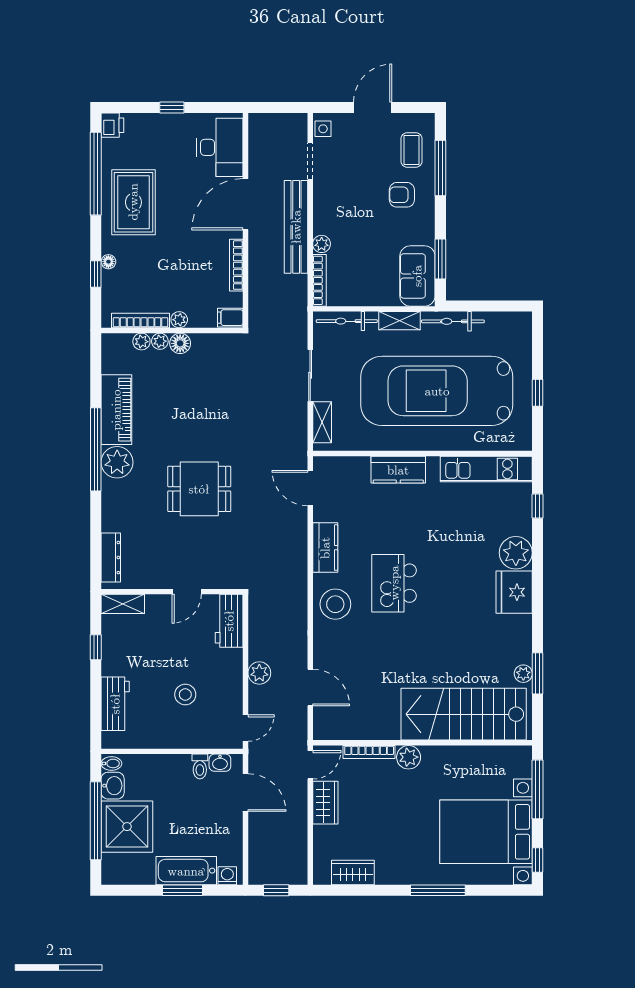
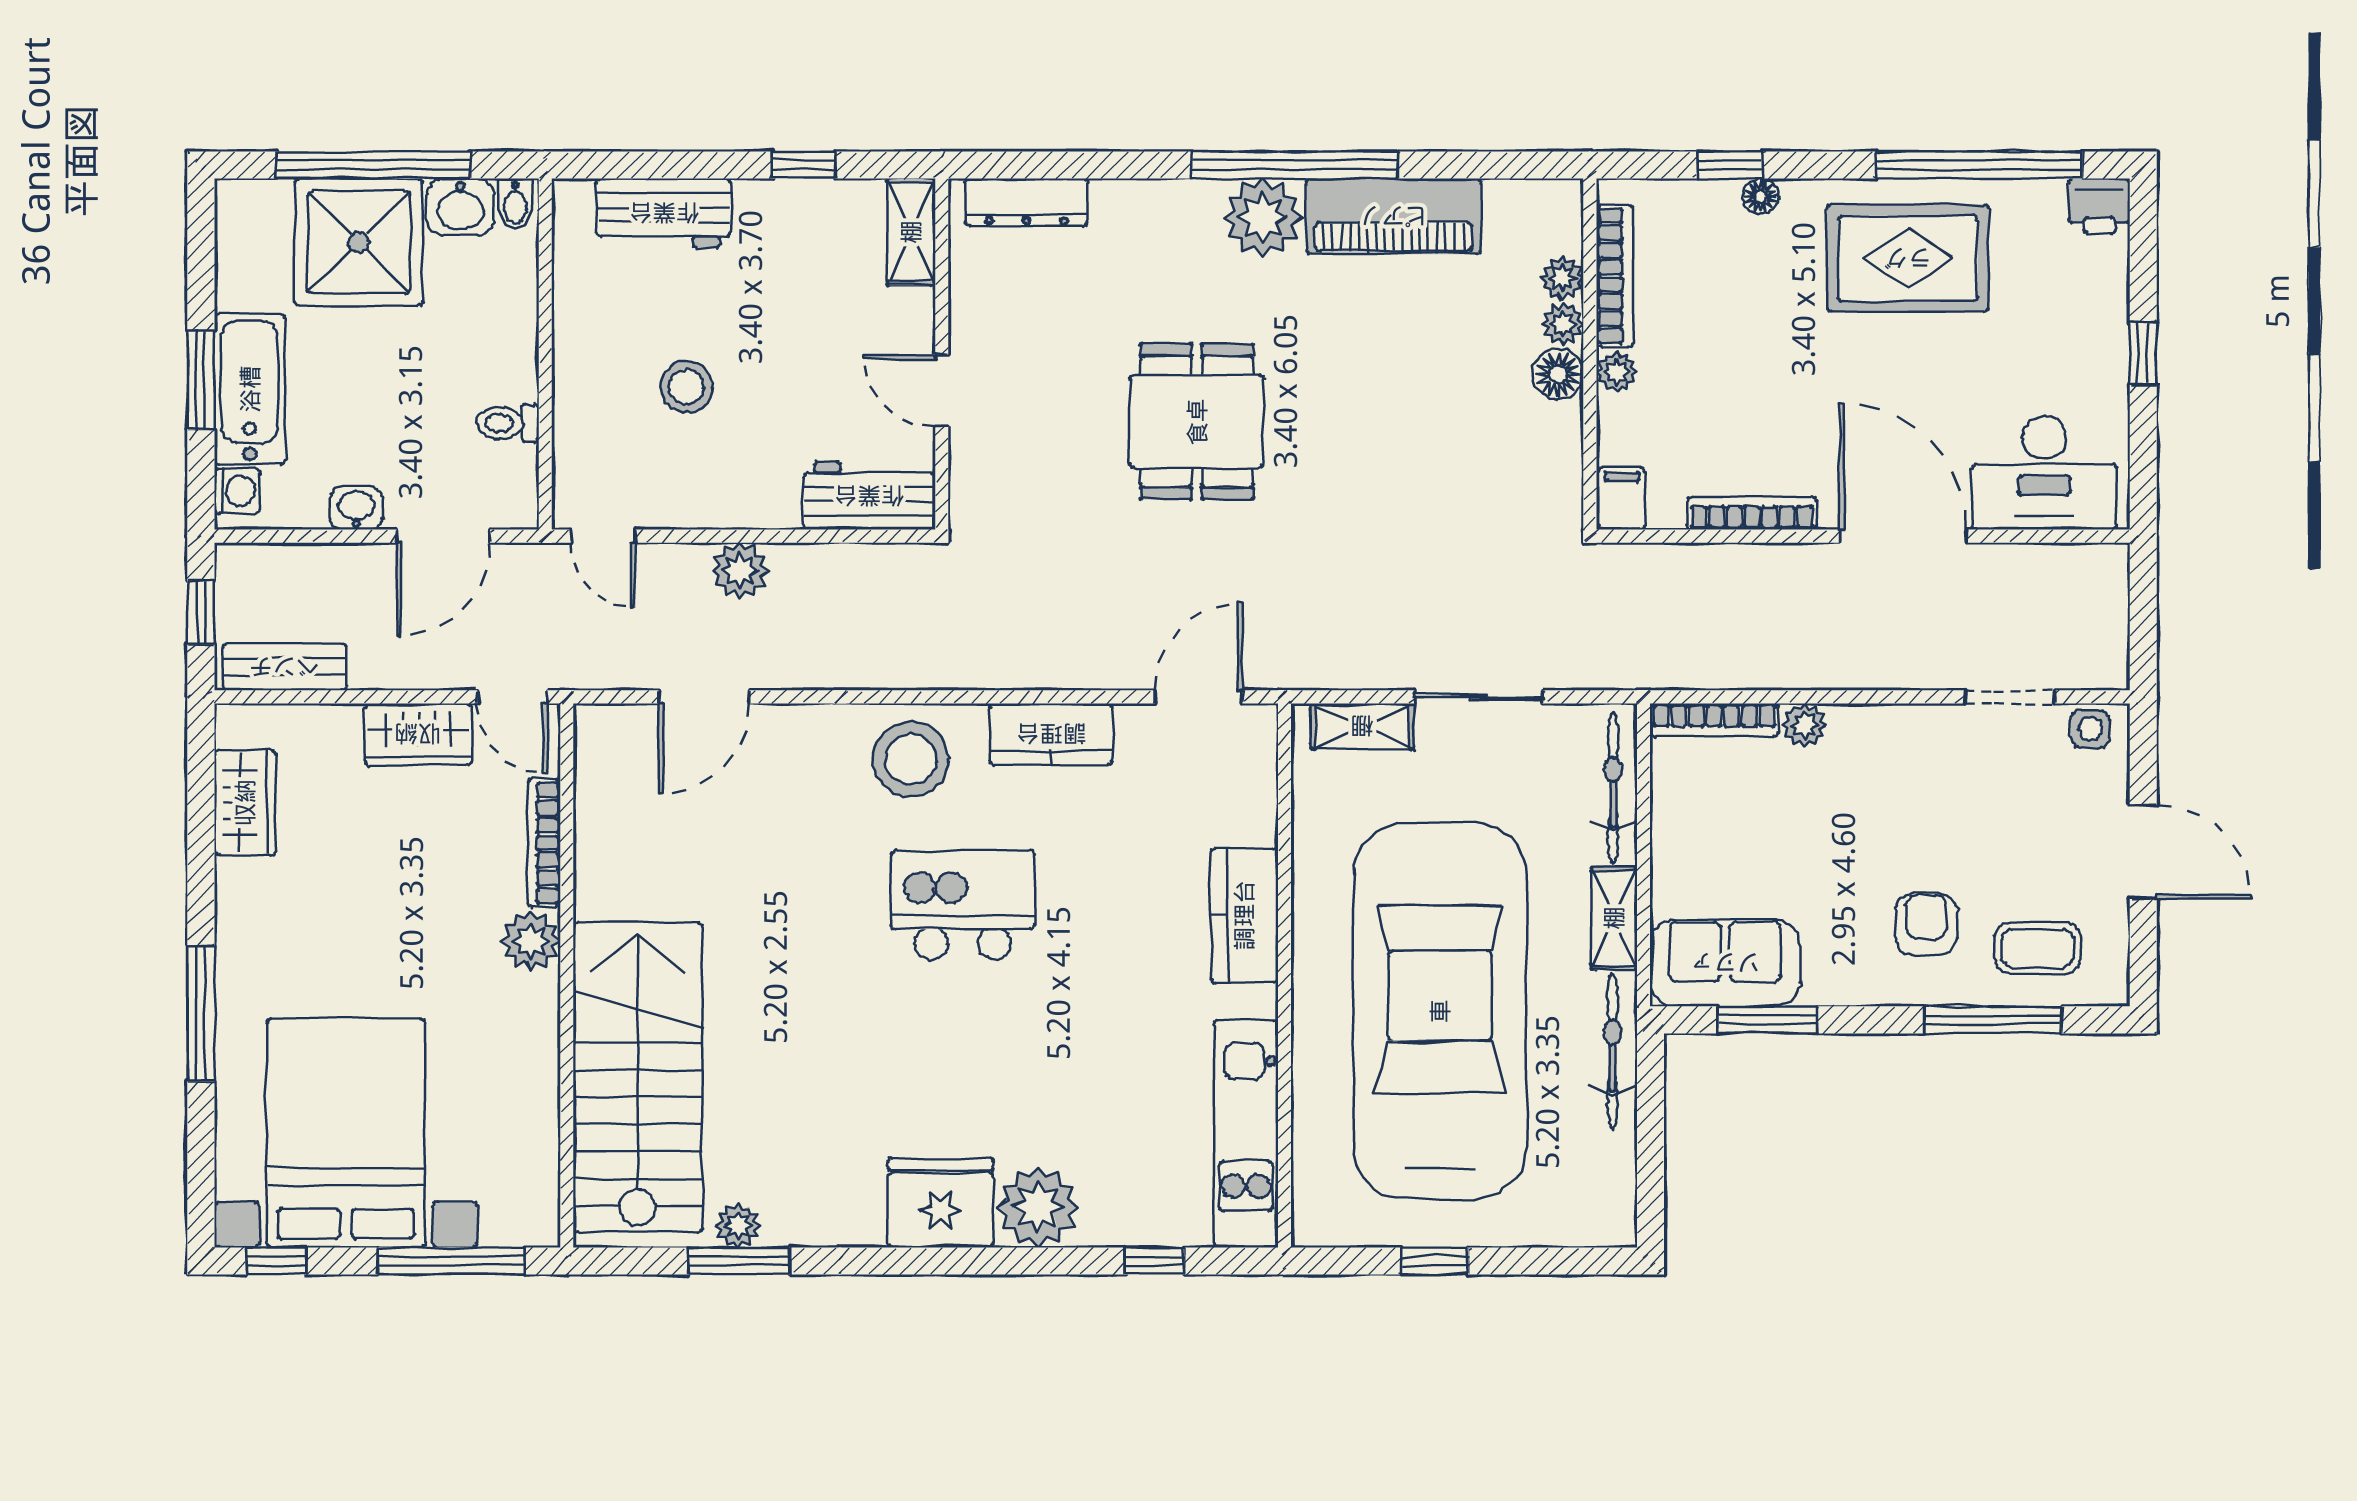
bench: (296, 227) -> (284, 667), moved, width x0.54, depth x0.82
washbasin: (220, 763) -> (356, 508), moved, turned 90

